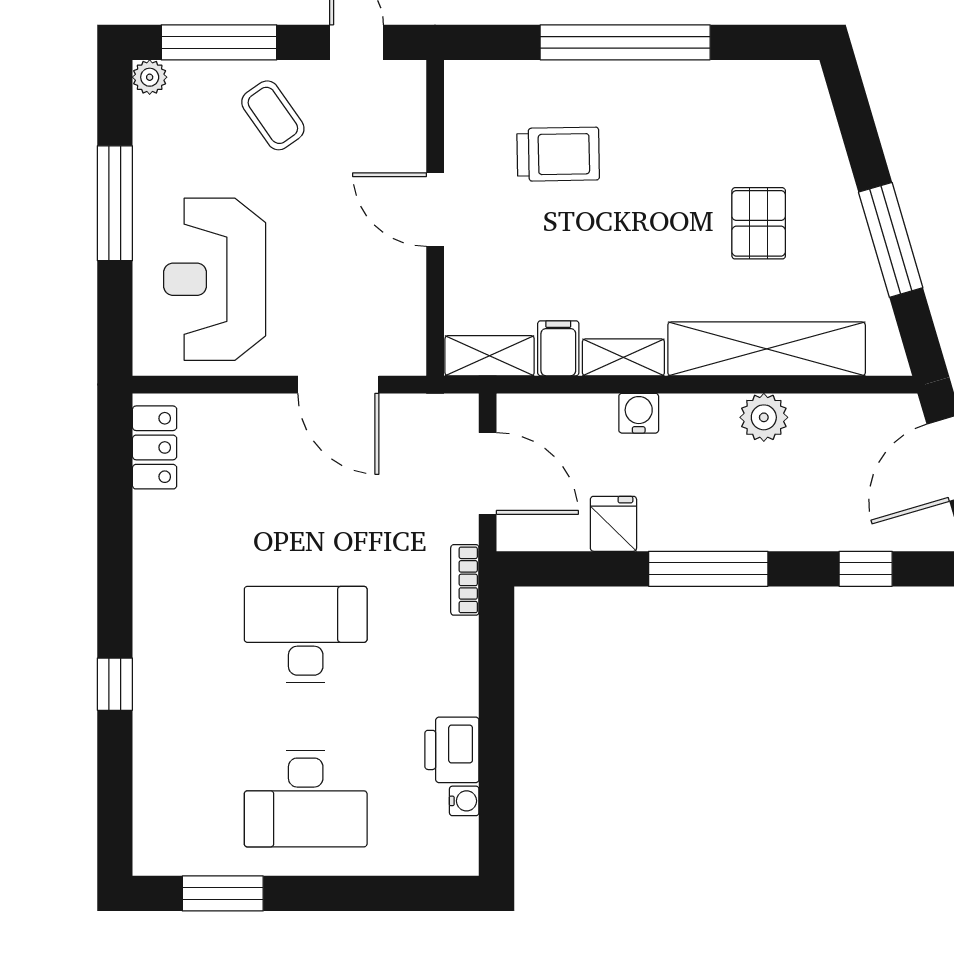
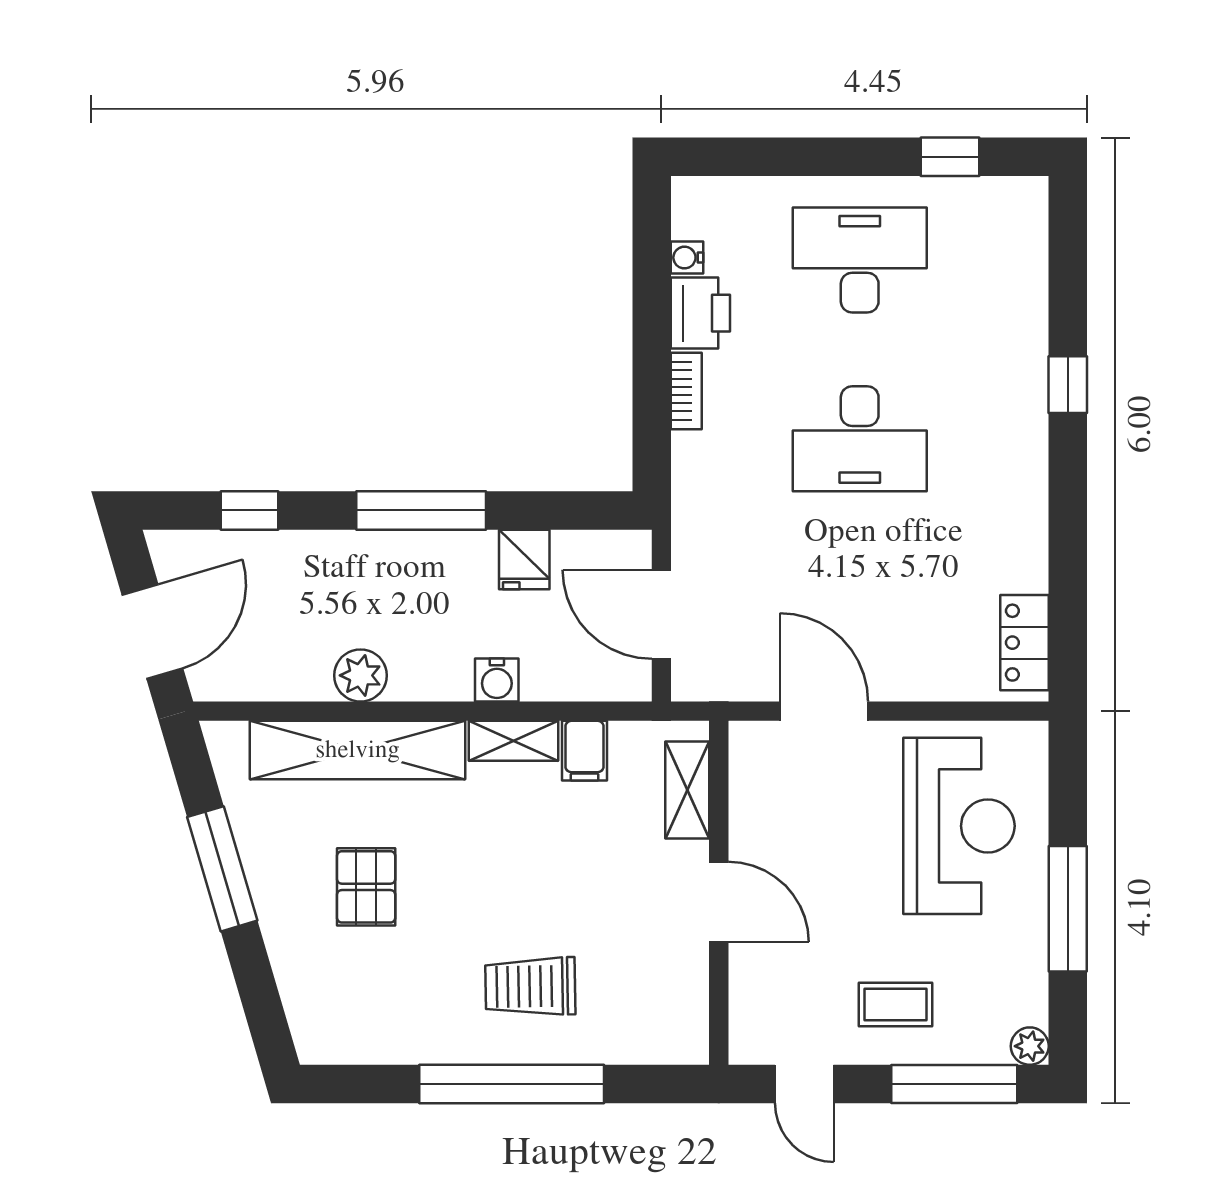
coffee table: (273, 115) -> (895, 1004), turned -55
trolley: (558, 154) -> (530, 986), moved
shelving: (490, 356) -> (687, 790), moved, turned 90
bookcase: (465, 580) -> (686, 391), moved
window: (223, 893) -> (950, 157), width x0.67

